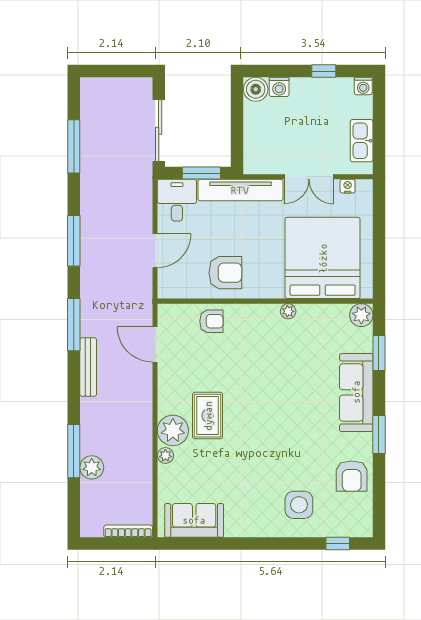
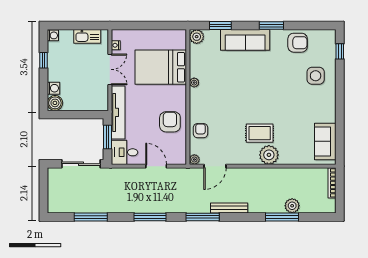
bed: (323, 258) -> (161, 67), width x0.73
plant: (165, 455) -> (194, 159), moved

